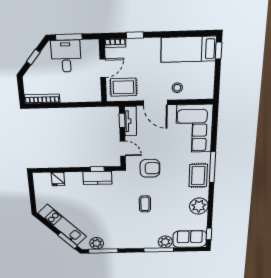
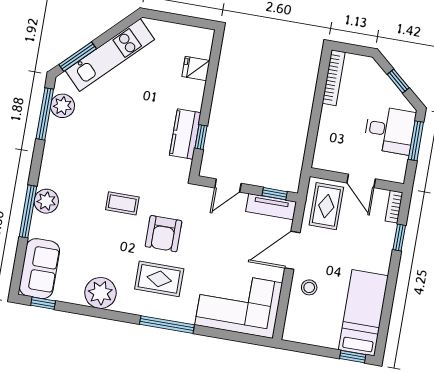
armchair: (150, 168) -> (164, 234), moved
rug: (198, 176) -> (159, 279), moved
plant: (165, 242) -> (46, 201), moved

